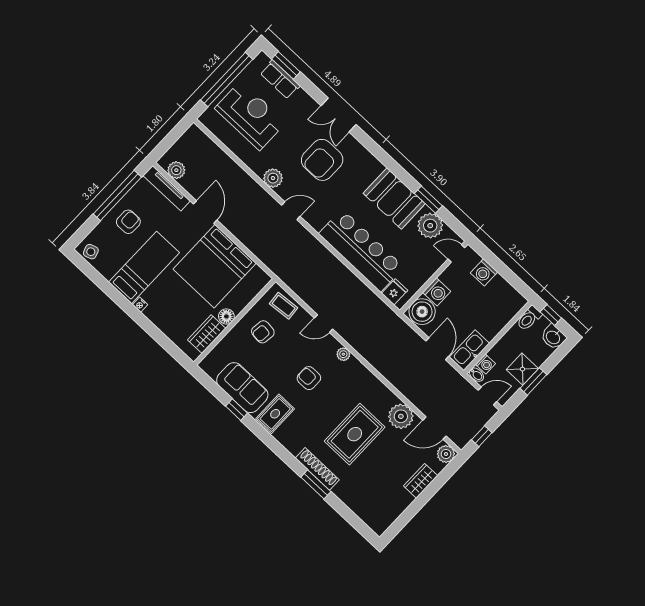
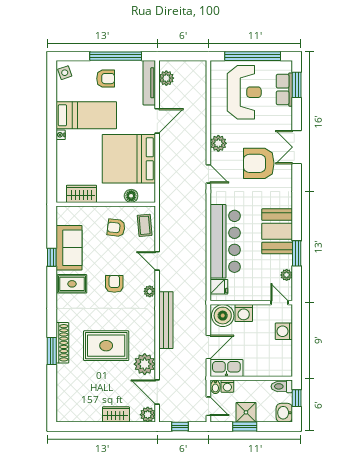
plant: (430, 226) -> (287, 275), width x0.53, depth x0.53
floor lamp: (226, 316) -> (131, 196), moved
bench: (381, 363) -> (166, 320), added

